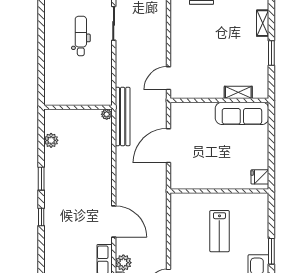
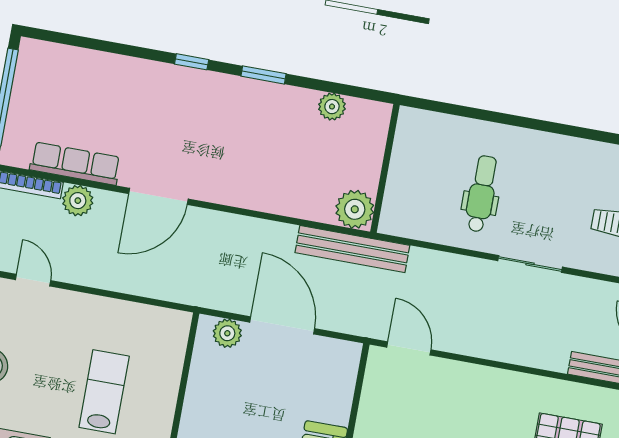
dental chair: (81, 36) -> (482, 194), moved, turned -90
plant: (107, 114) -> (355, 209), width x1.88, depth x1.88
plant: (178, 173) -> (227, 333), added
lab bench: (219, 231) -> (104, 392), turned 90

